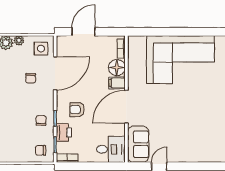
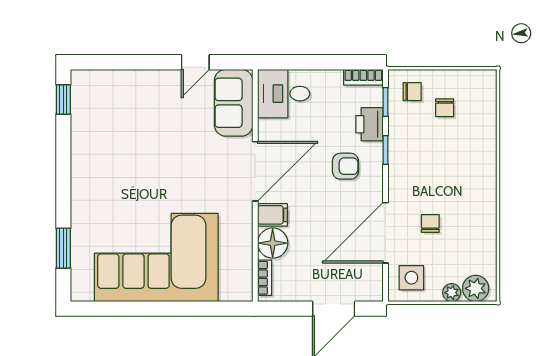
chair: (41, 121) -> (445, 108), moved

